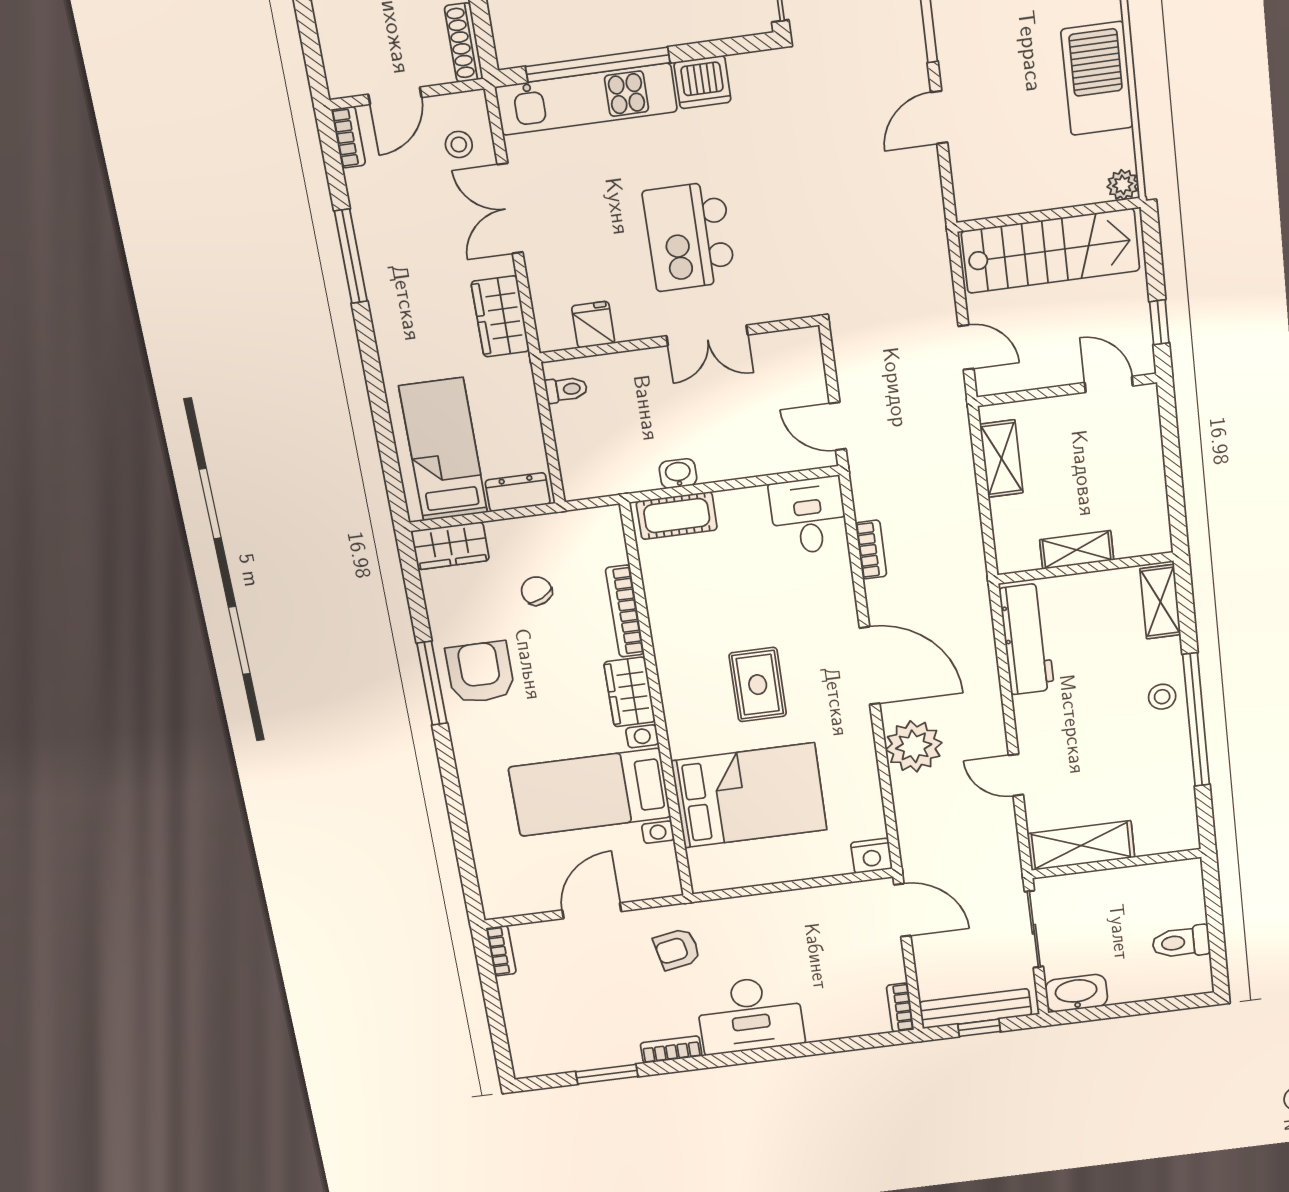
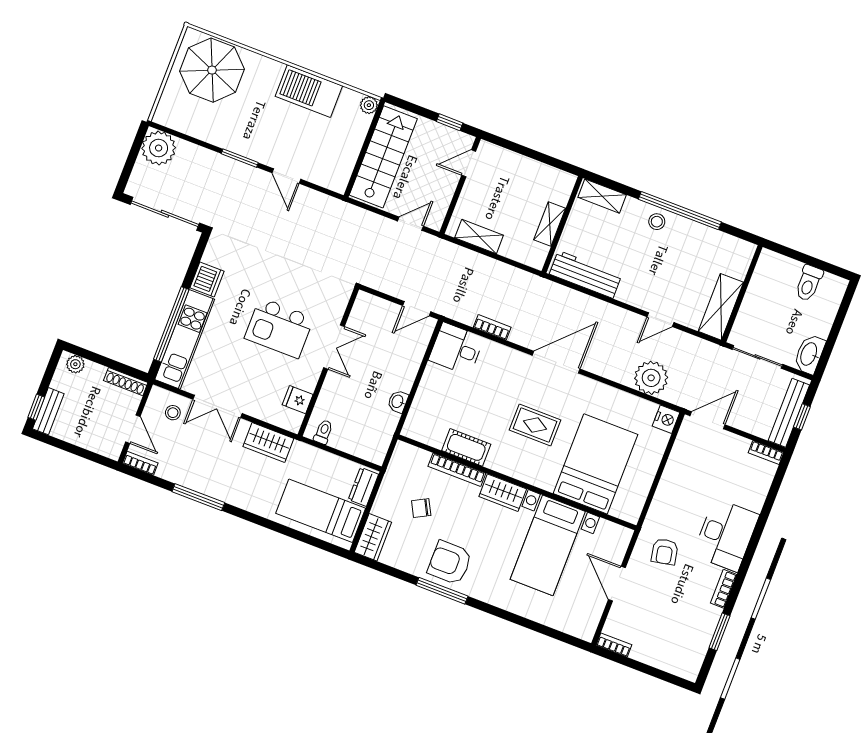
cot: (677, 516) -> (466, 447), moved, turned 90
plant: (914, 746) -> (651, 378), moved

